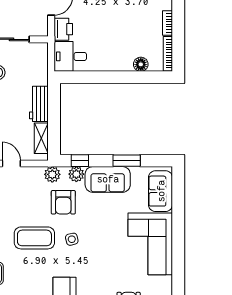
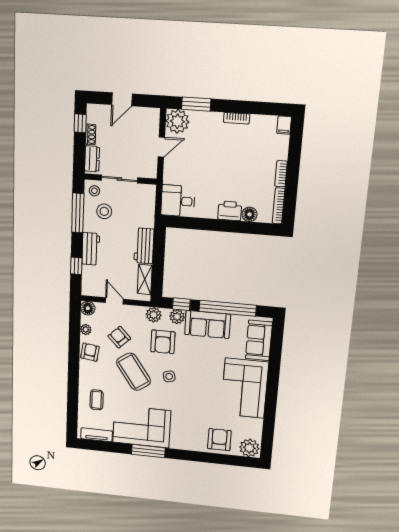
printer: (63, 29) -> (230, 211), moved, turned -90
window: (127, 161) -> (228, 308), width x2.11
armchair: (18, 202) -> (119, 337), added
coffee table: (34, 238) -> (134, 372), turned 55

